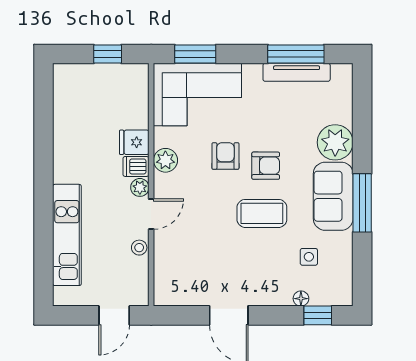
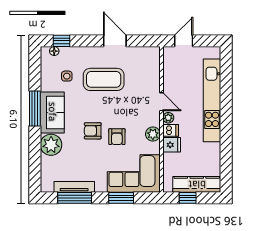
window: (195, 54) -> (121, 198), moved
kitchen counter: (92, 76) -> (197, 184), added
coffee table: (262, 213) -> (104, 79), moved, width x1.36, depth x1.32
door: (151, 214) -> (161, 102), swing flipped
kitchen unit: (67, 235) -> (212, 100), width x1.36
stool: (139, 248) -> (169, 82), removed
floor lamp: (301, 299) -> (54, 51), moved

